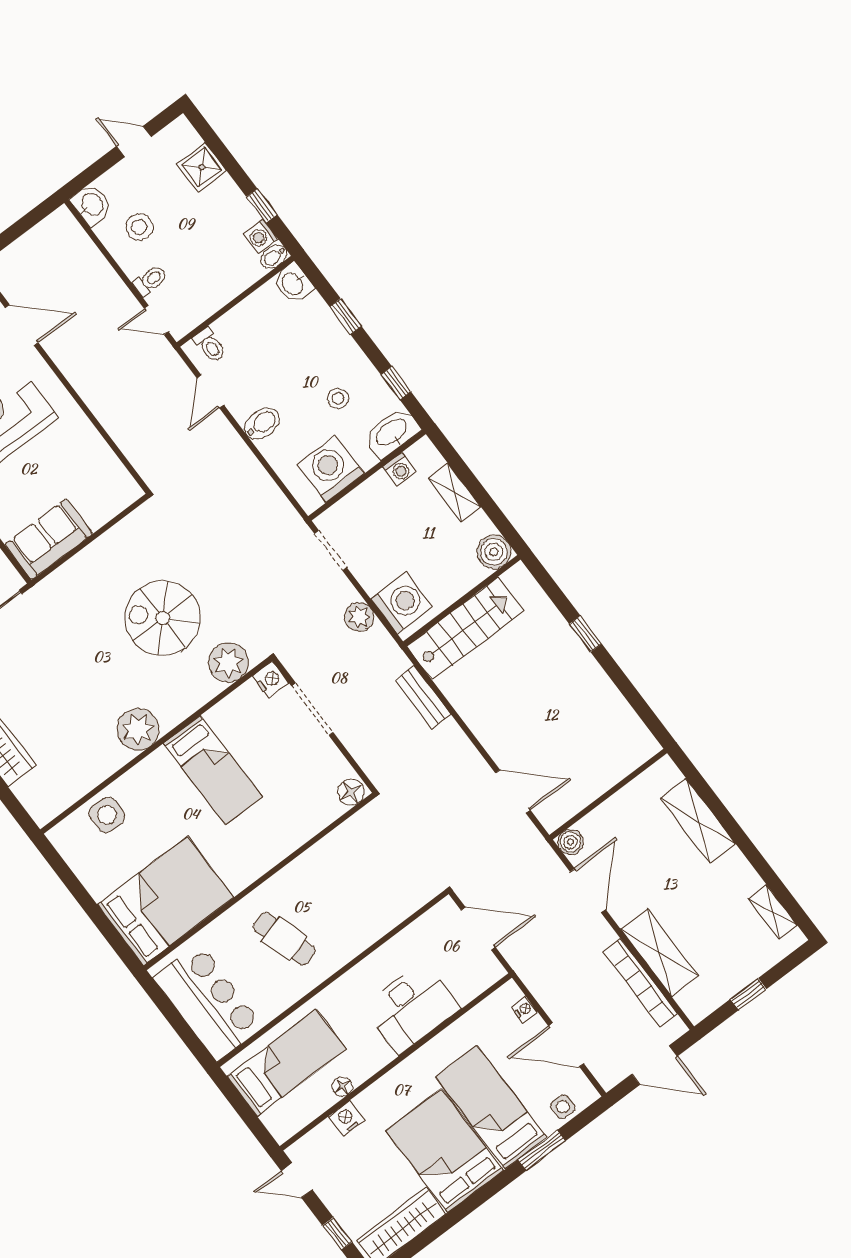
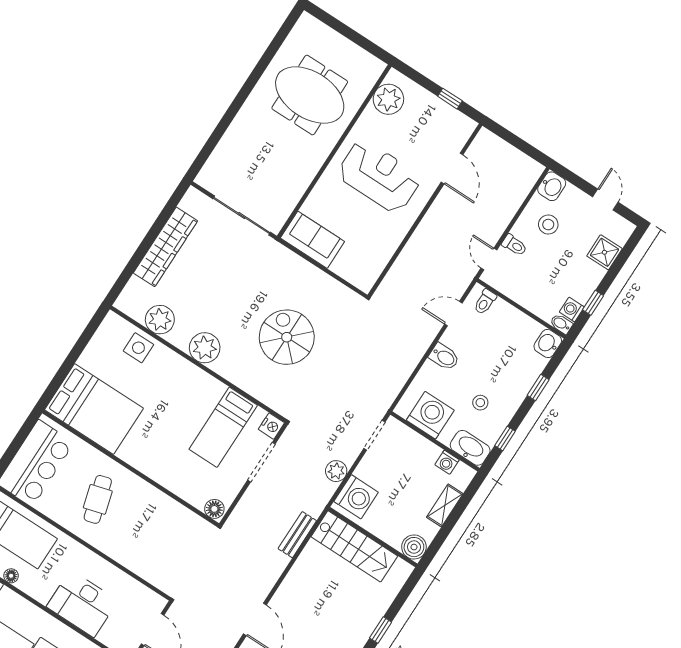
plant: (228, 662) -> (160, 320), moved
bed: (213, 770) -> (223, 427), moved

